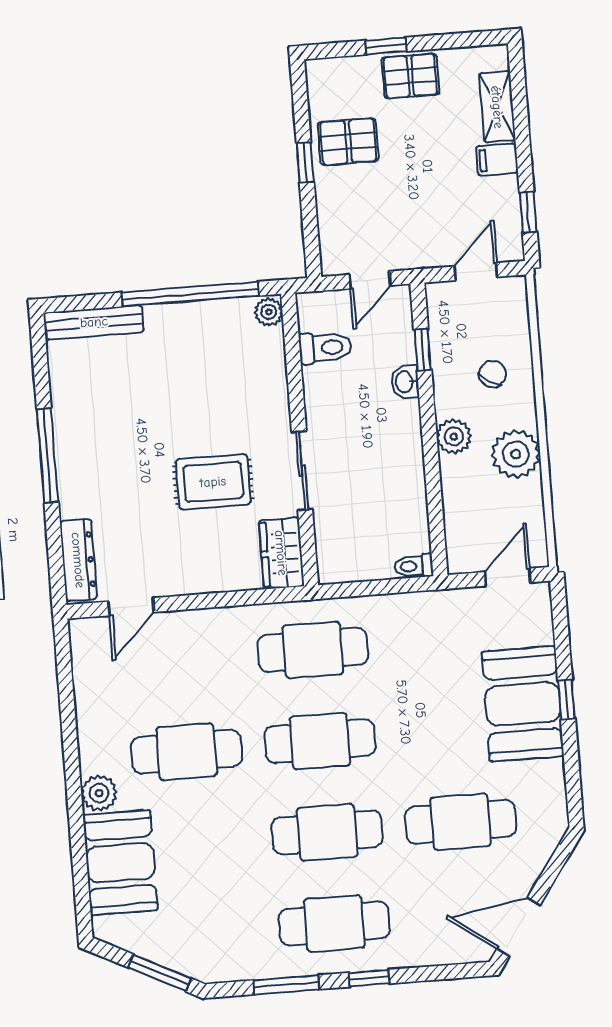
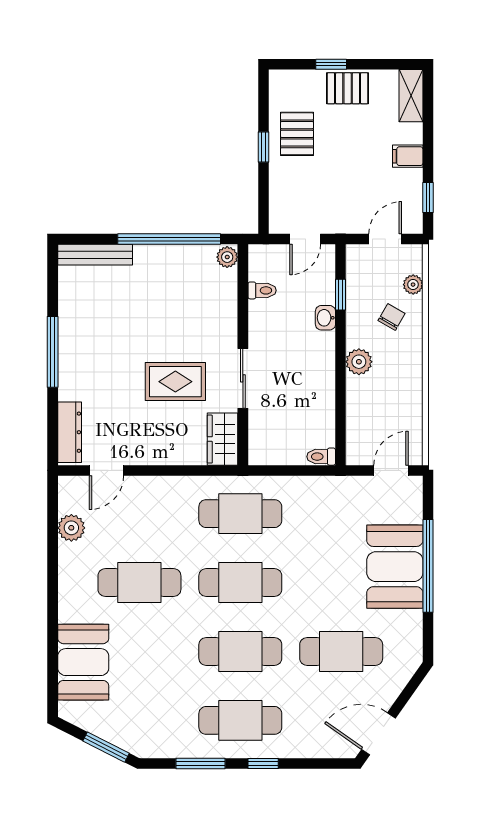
shelving: (497, 107) -> (411, 96), moved
pallet: (348, 142) -> (297, 134), turned 90
toilet: (325, 348) -> (262, 290), width x0.73, depth x0.72
plant: (516, 454) -> (413, 285), moved, width x0.53, depth x0.53
window: (566, 699) -> (428, 566), width x3.17
plant: (99, 793) -> (71, 528), moved

